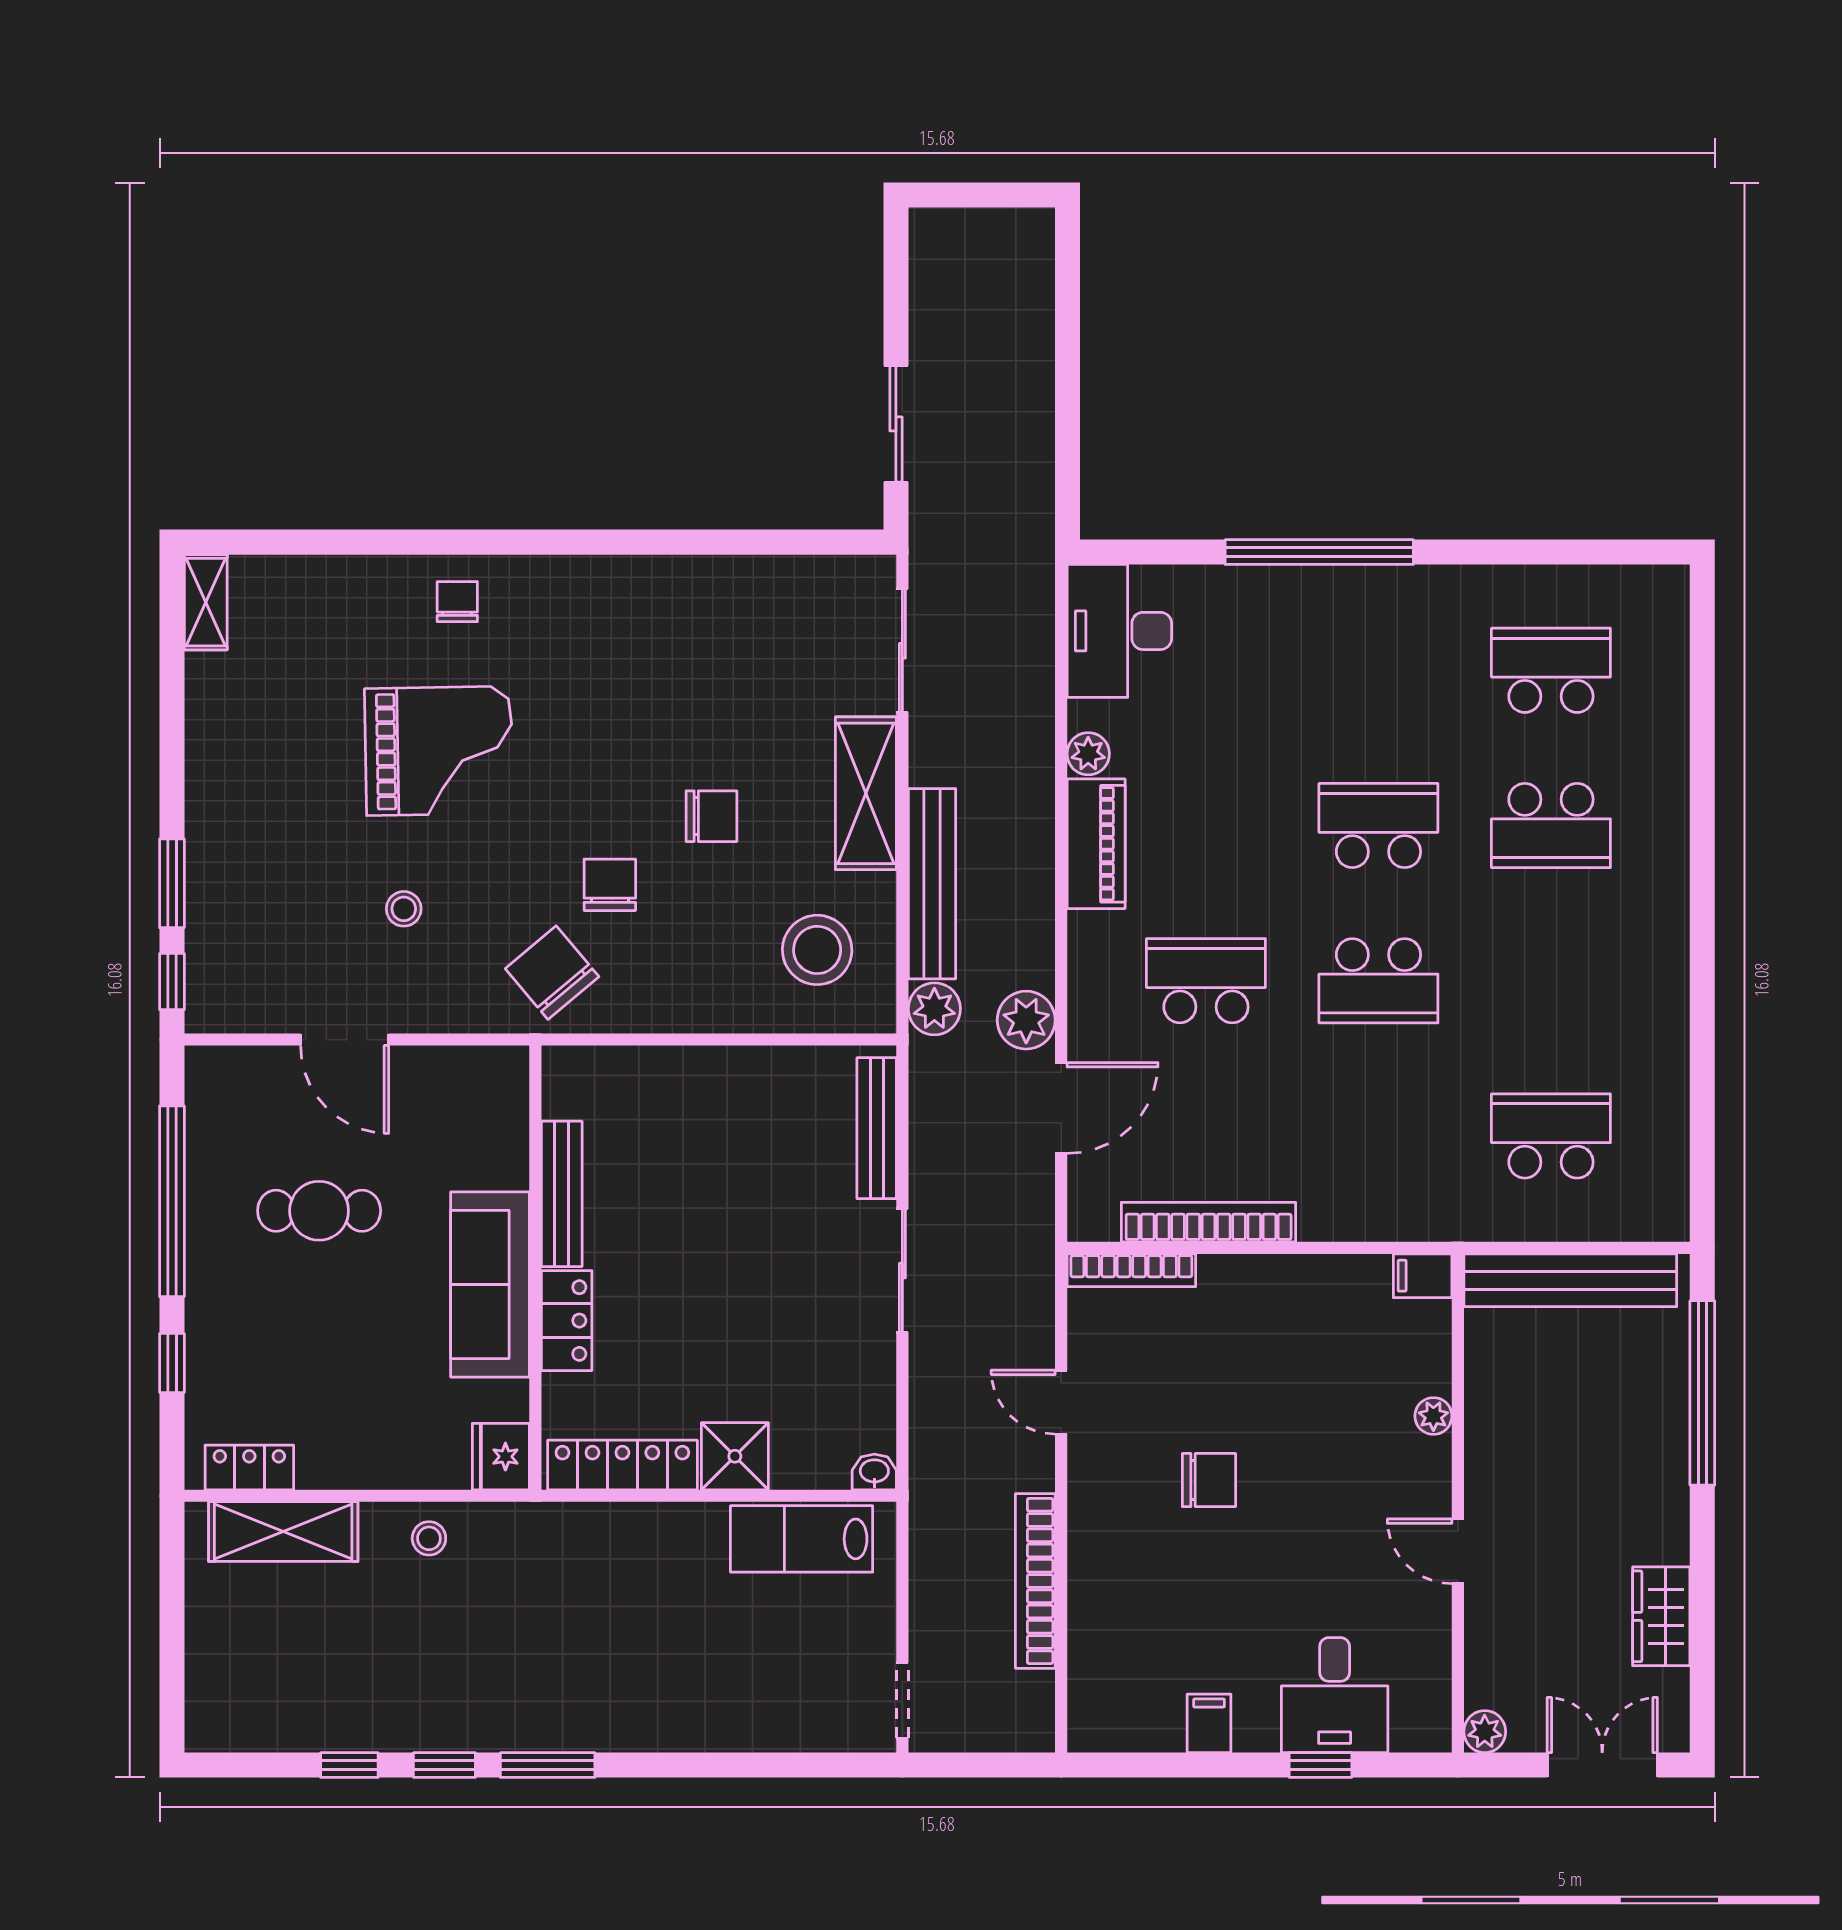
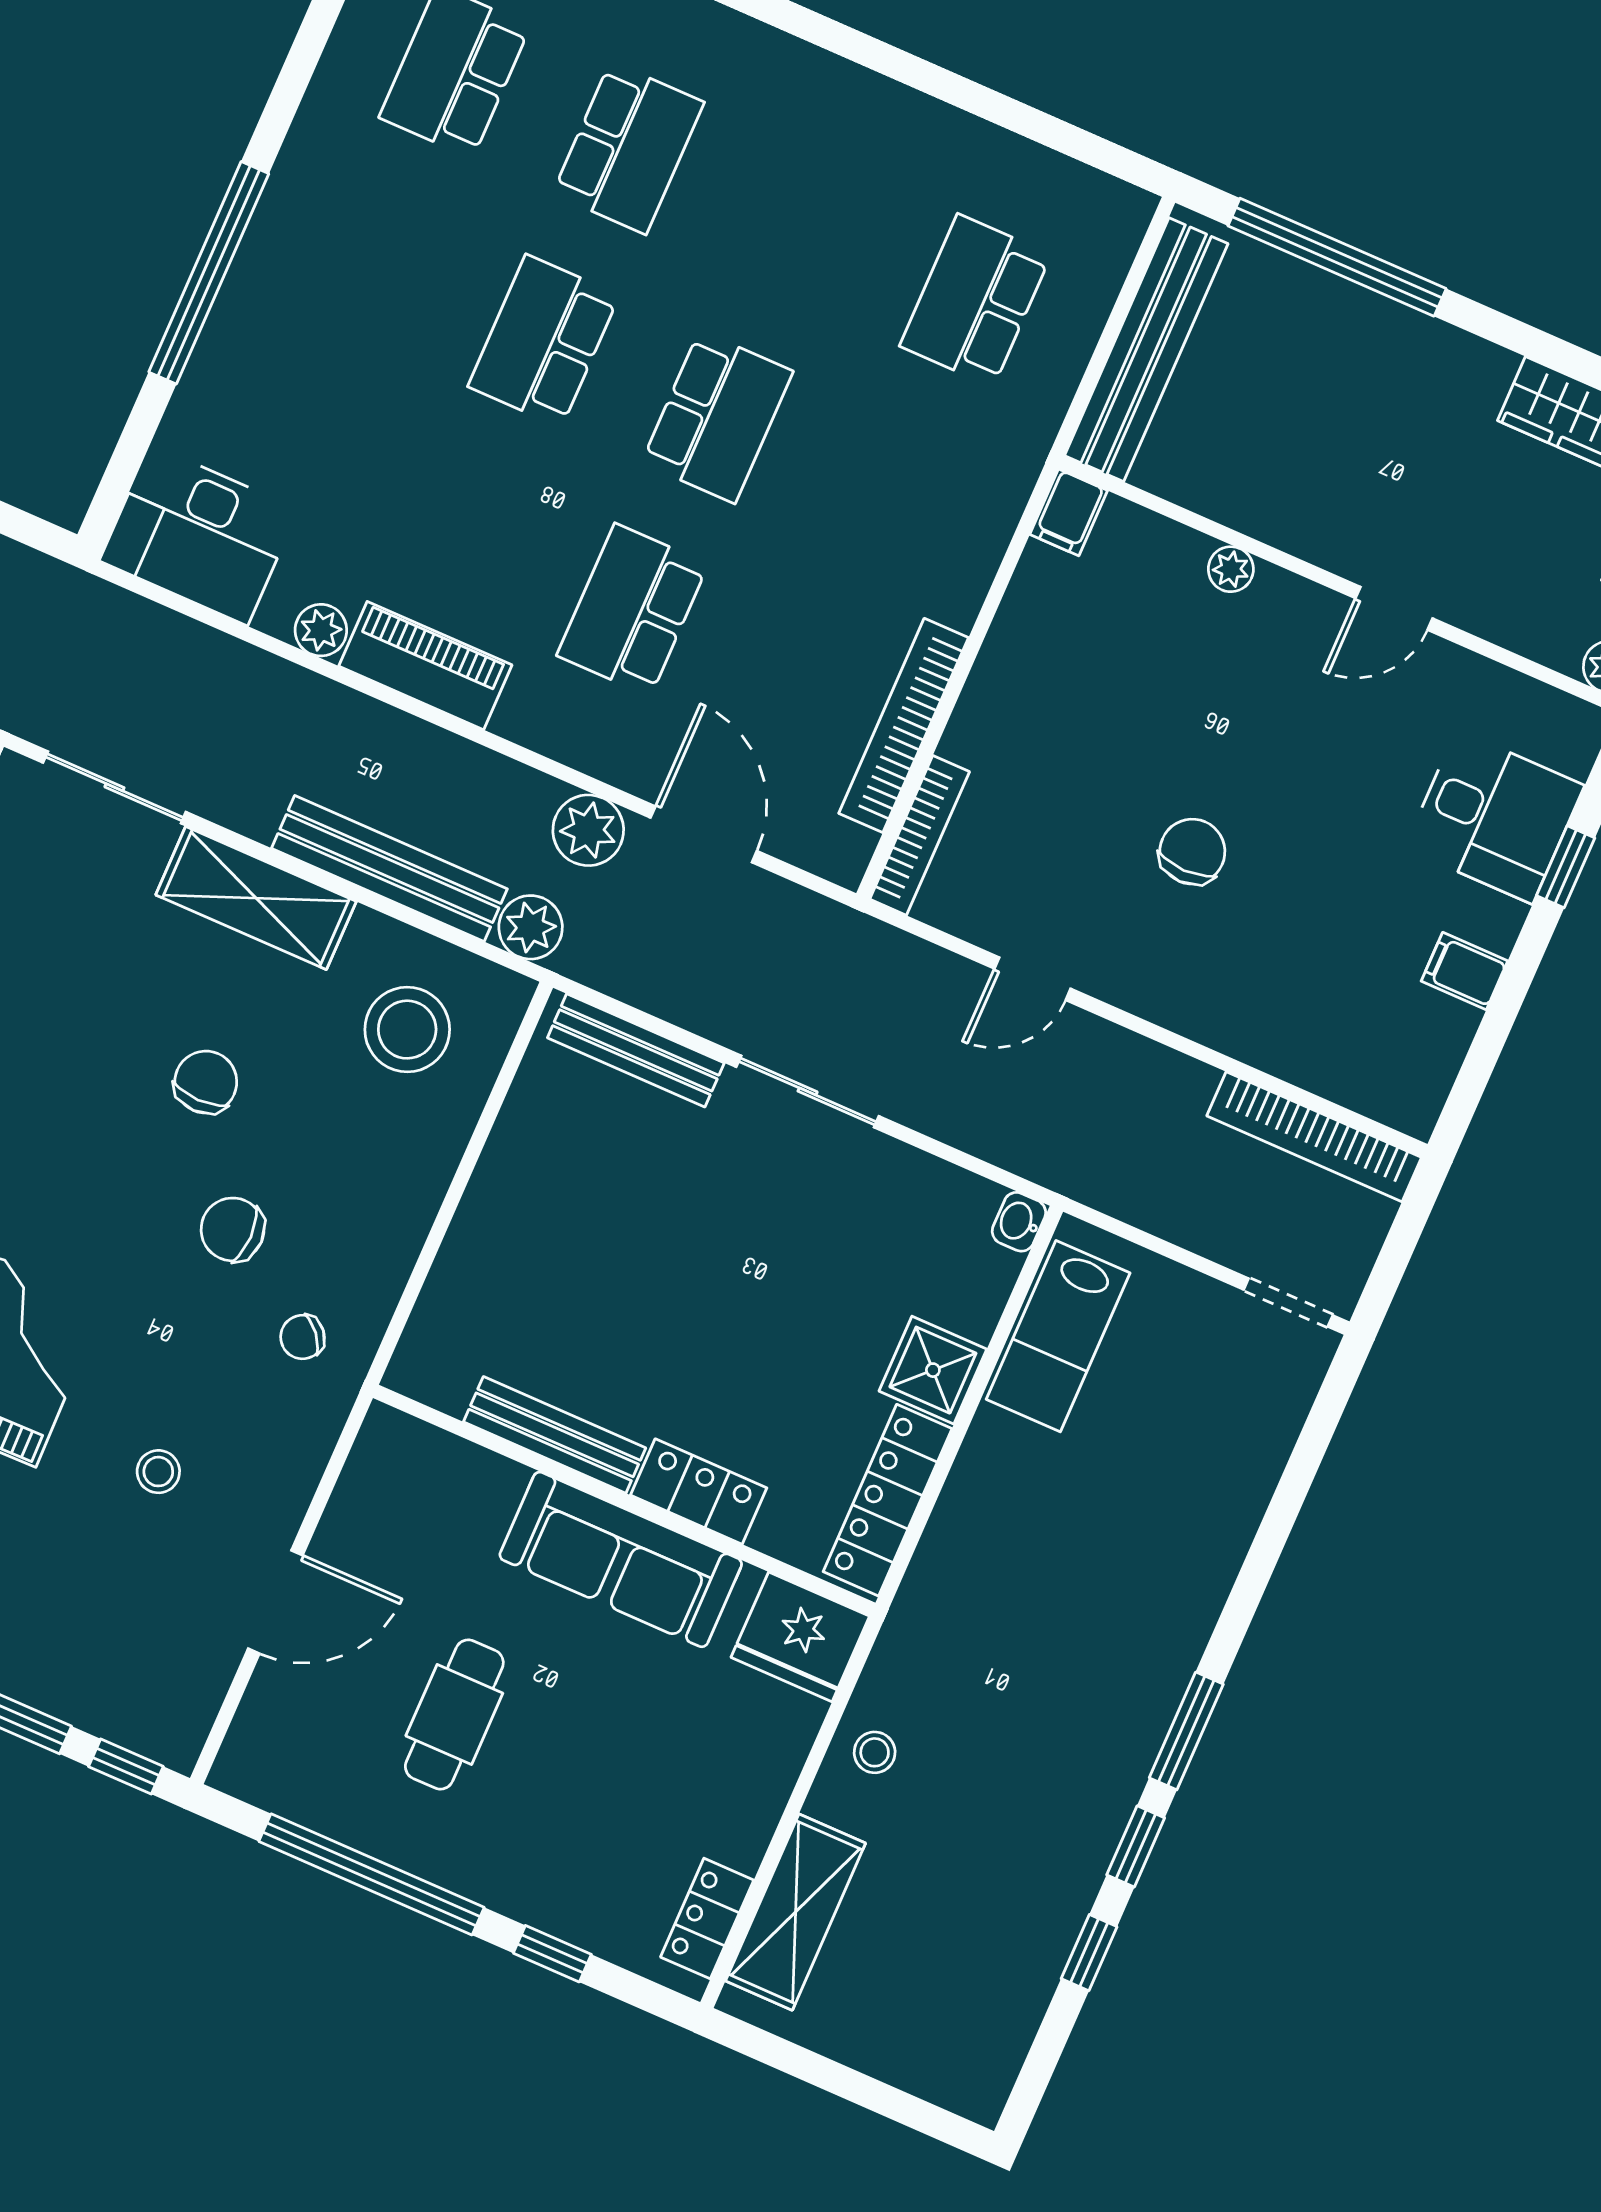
chair: (552, 973) -> (302, 1337), width x0.54, depth x0.54
fridge: (501, 1457) -> (800, 1637), width x1.36, depth x1.34
bookcase: (1035, 1581) -> (1314, 1137), moved

